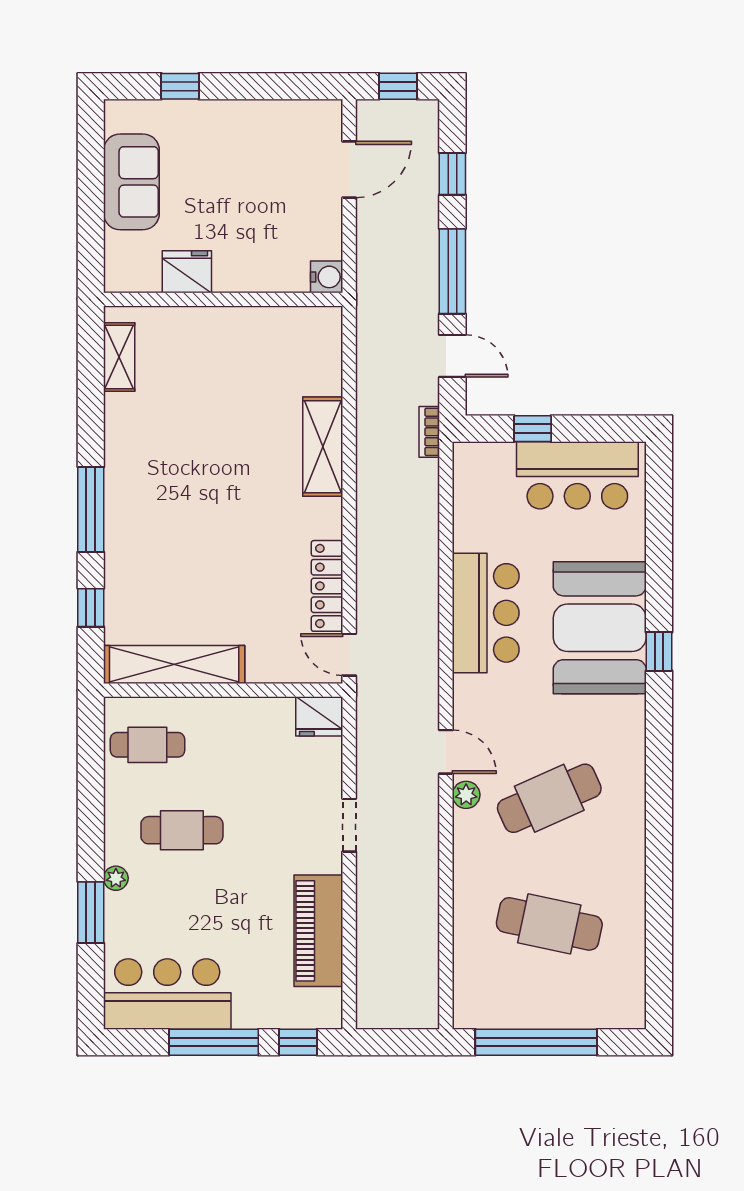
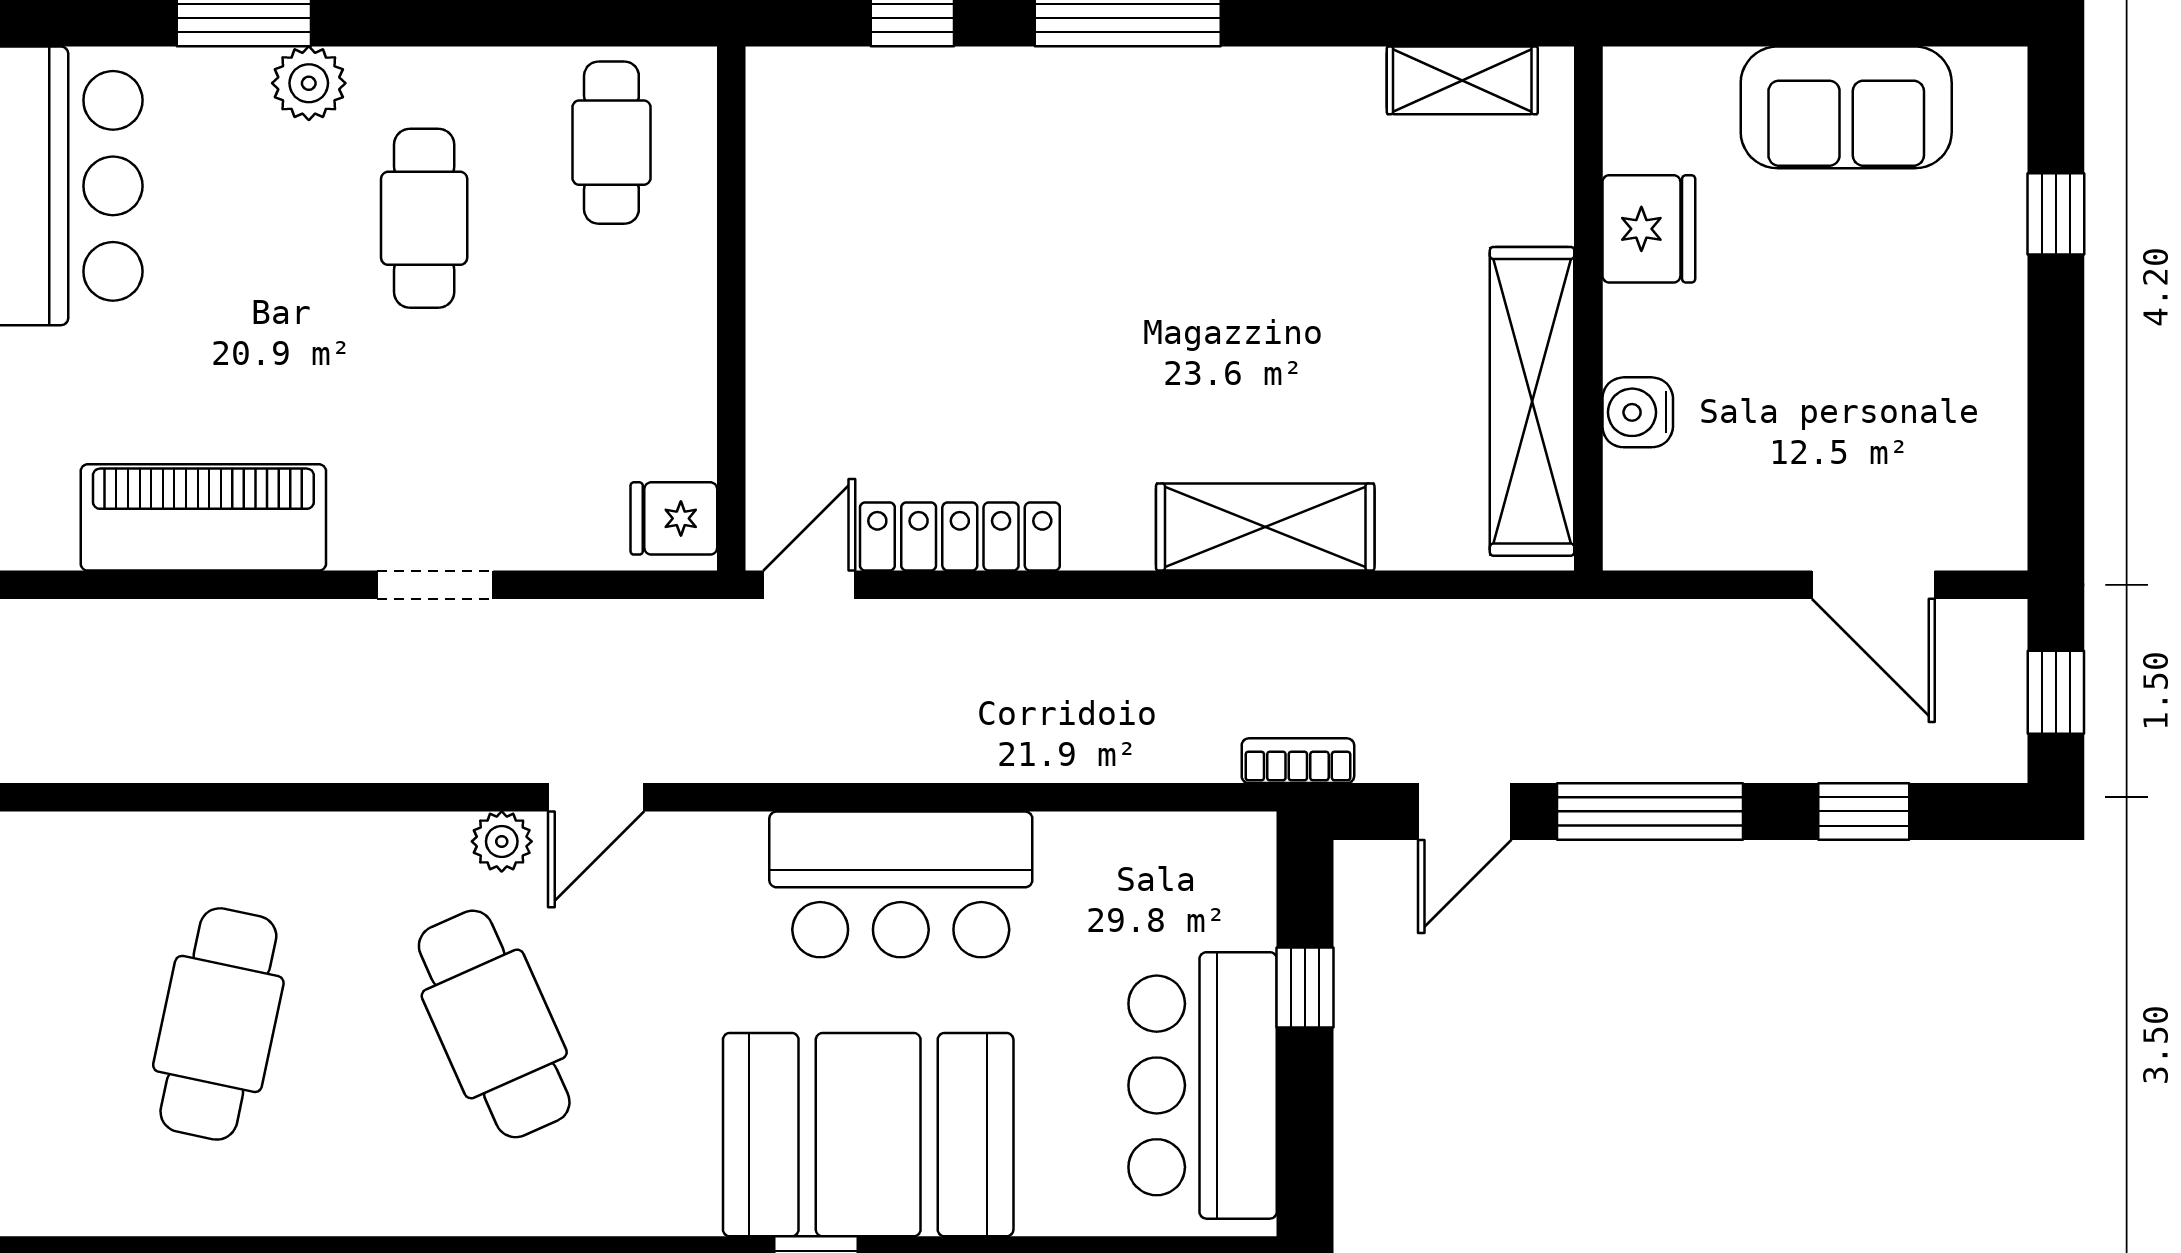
water cooler: (327, 277) -> (1638, 412), moved, turned 90
shelving: (174, 665) -> (1532, 401), moved
fridge: (319, 716) -> (674, 518), width x0.72
plant: (116, 878) -> (309, 83), width x1.38, depth x1.38

